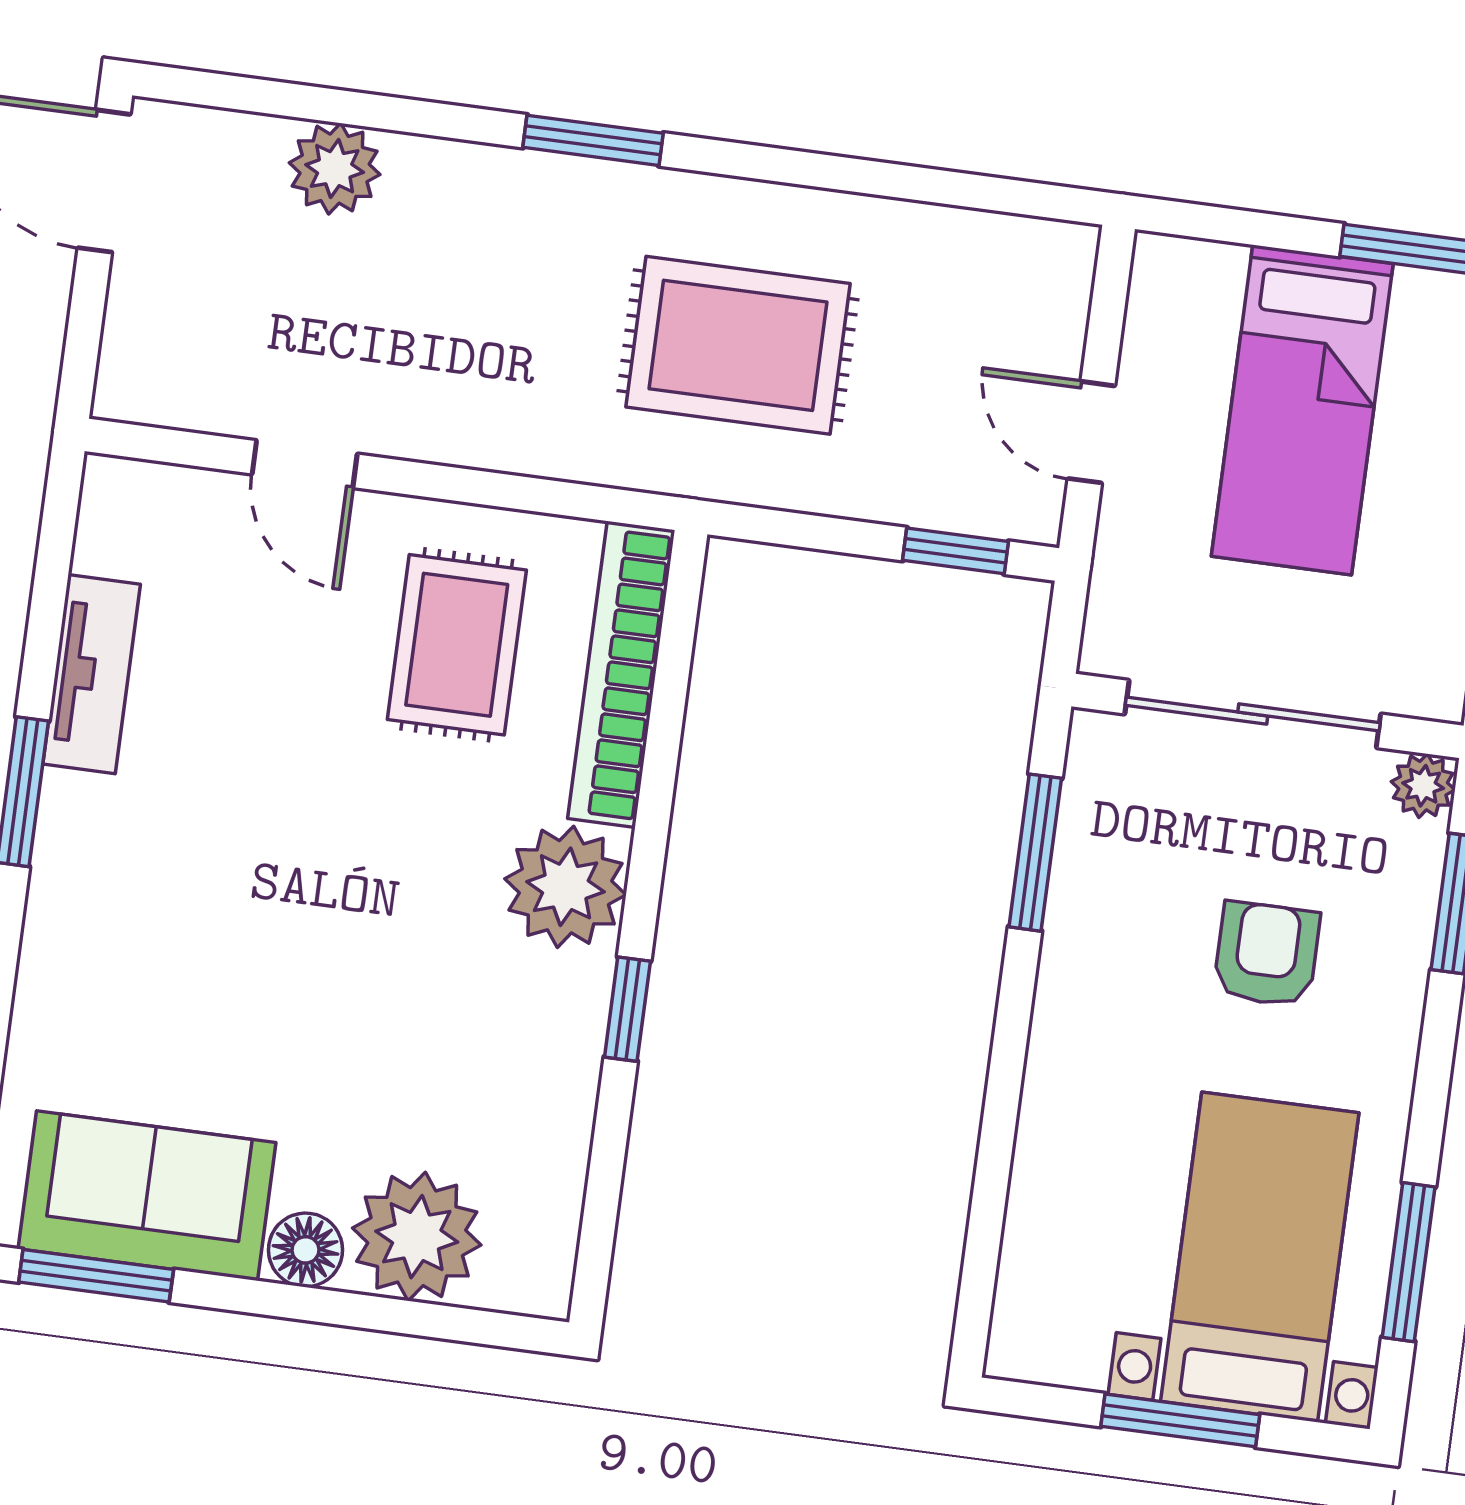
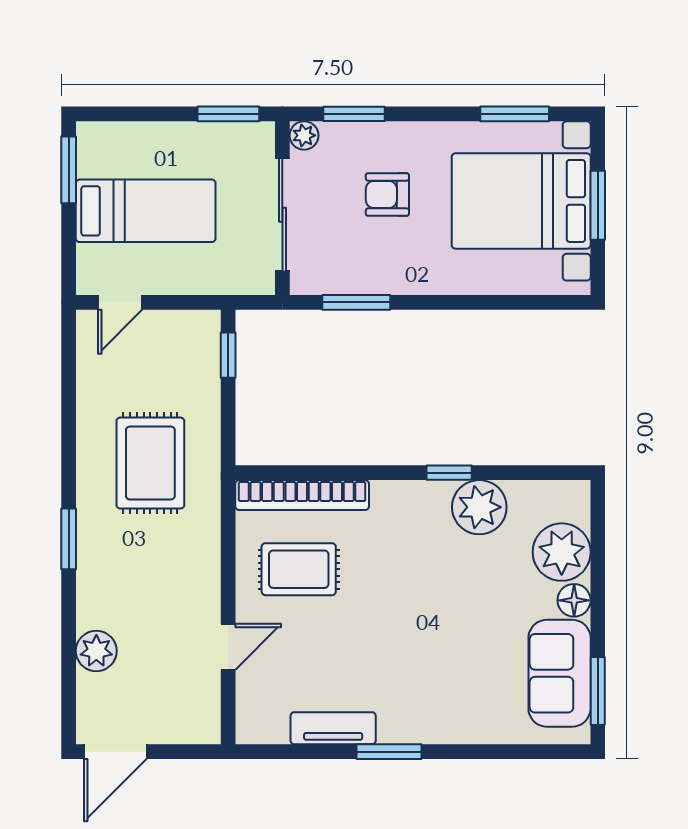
door: (1091, 432) -> (120, 302), moved
plant: (565, 887) -> (479, 507), moved
bed with nightstands: (1260, 1257) -> (521, 201), width x1.36

